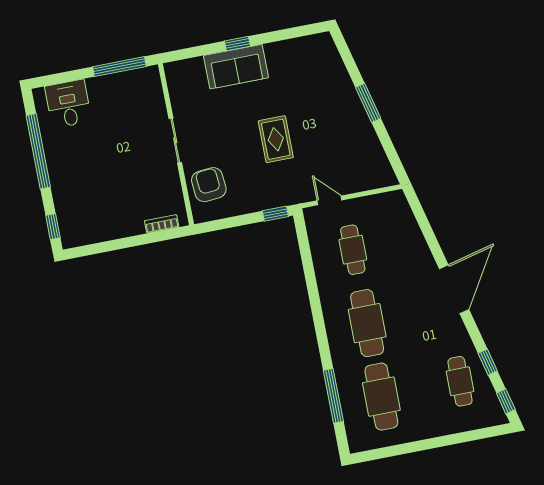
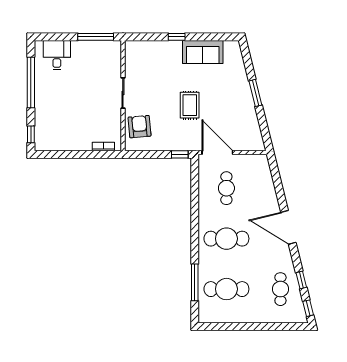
sofa: (236, 67) -> (203, 52), moved
door: (329, 200) -> (217, 153), width x1.87
door: (454, 289) -> (288, 227), swing flipped
cafe table: (367, 323) -> (226, 239), turned 90
cafe table: (381, 397) -> (226, 289), turned 90

